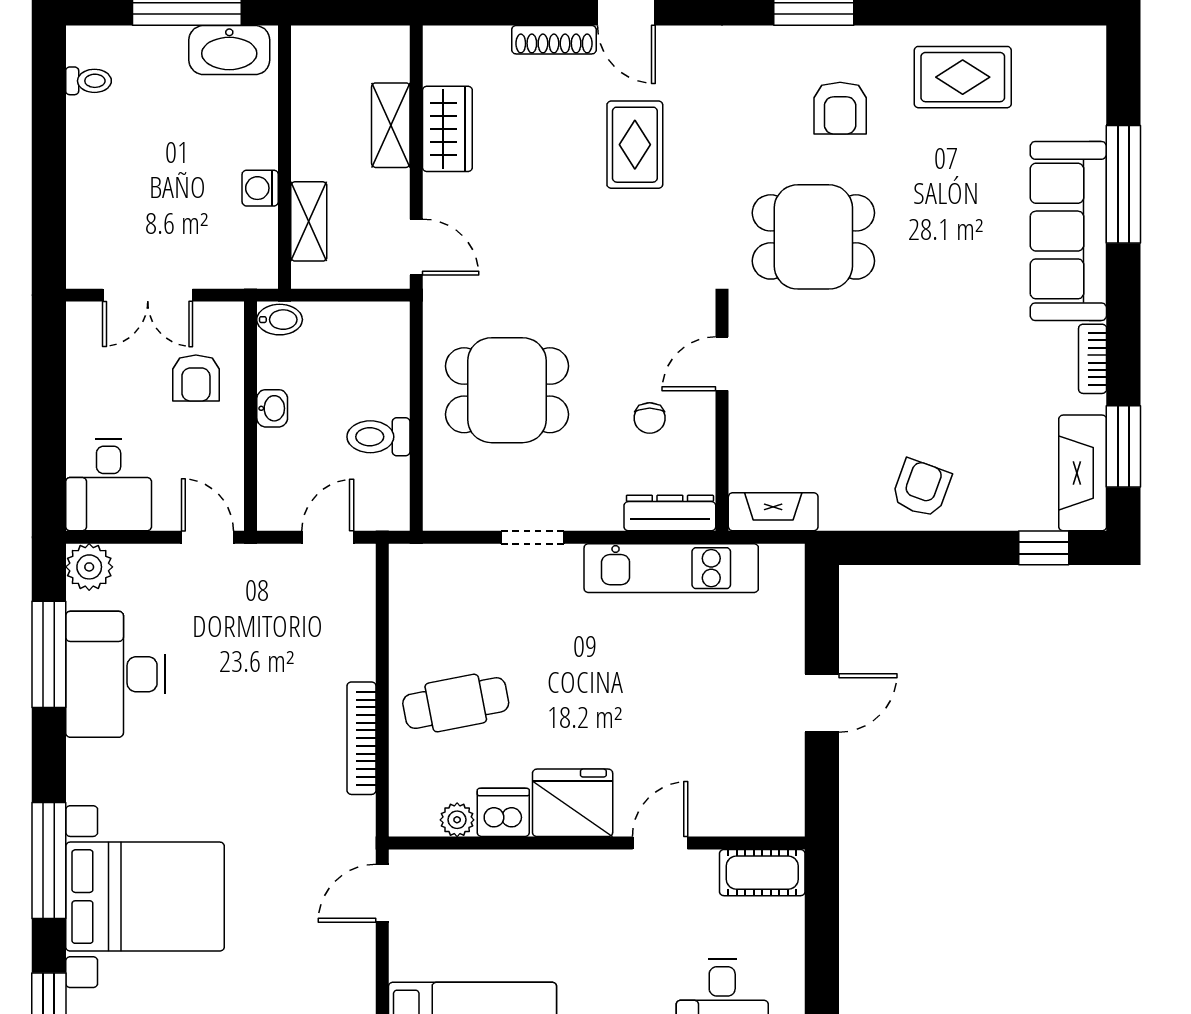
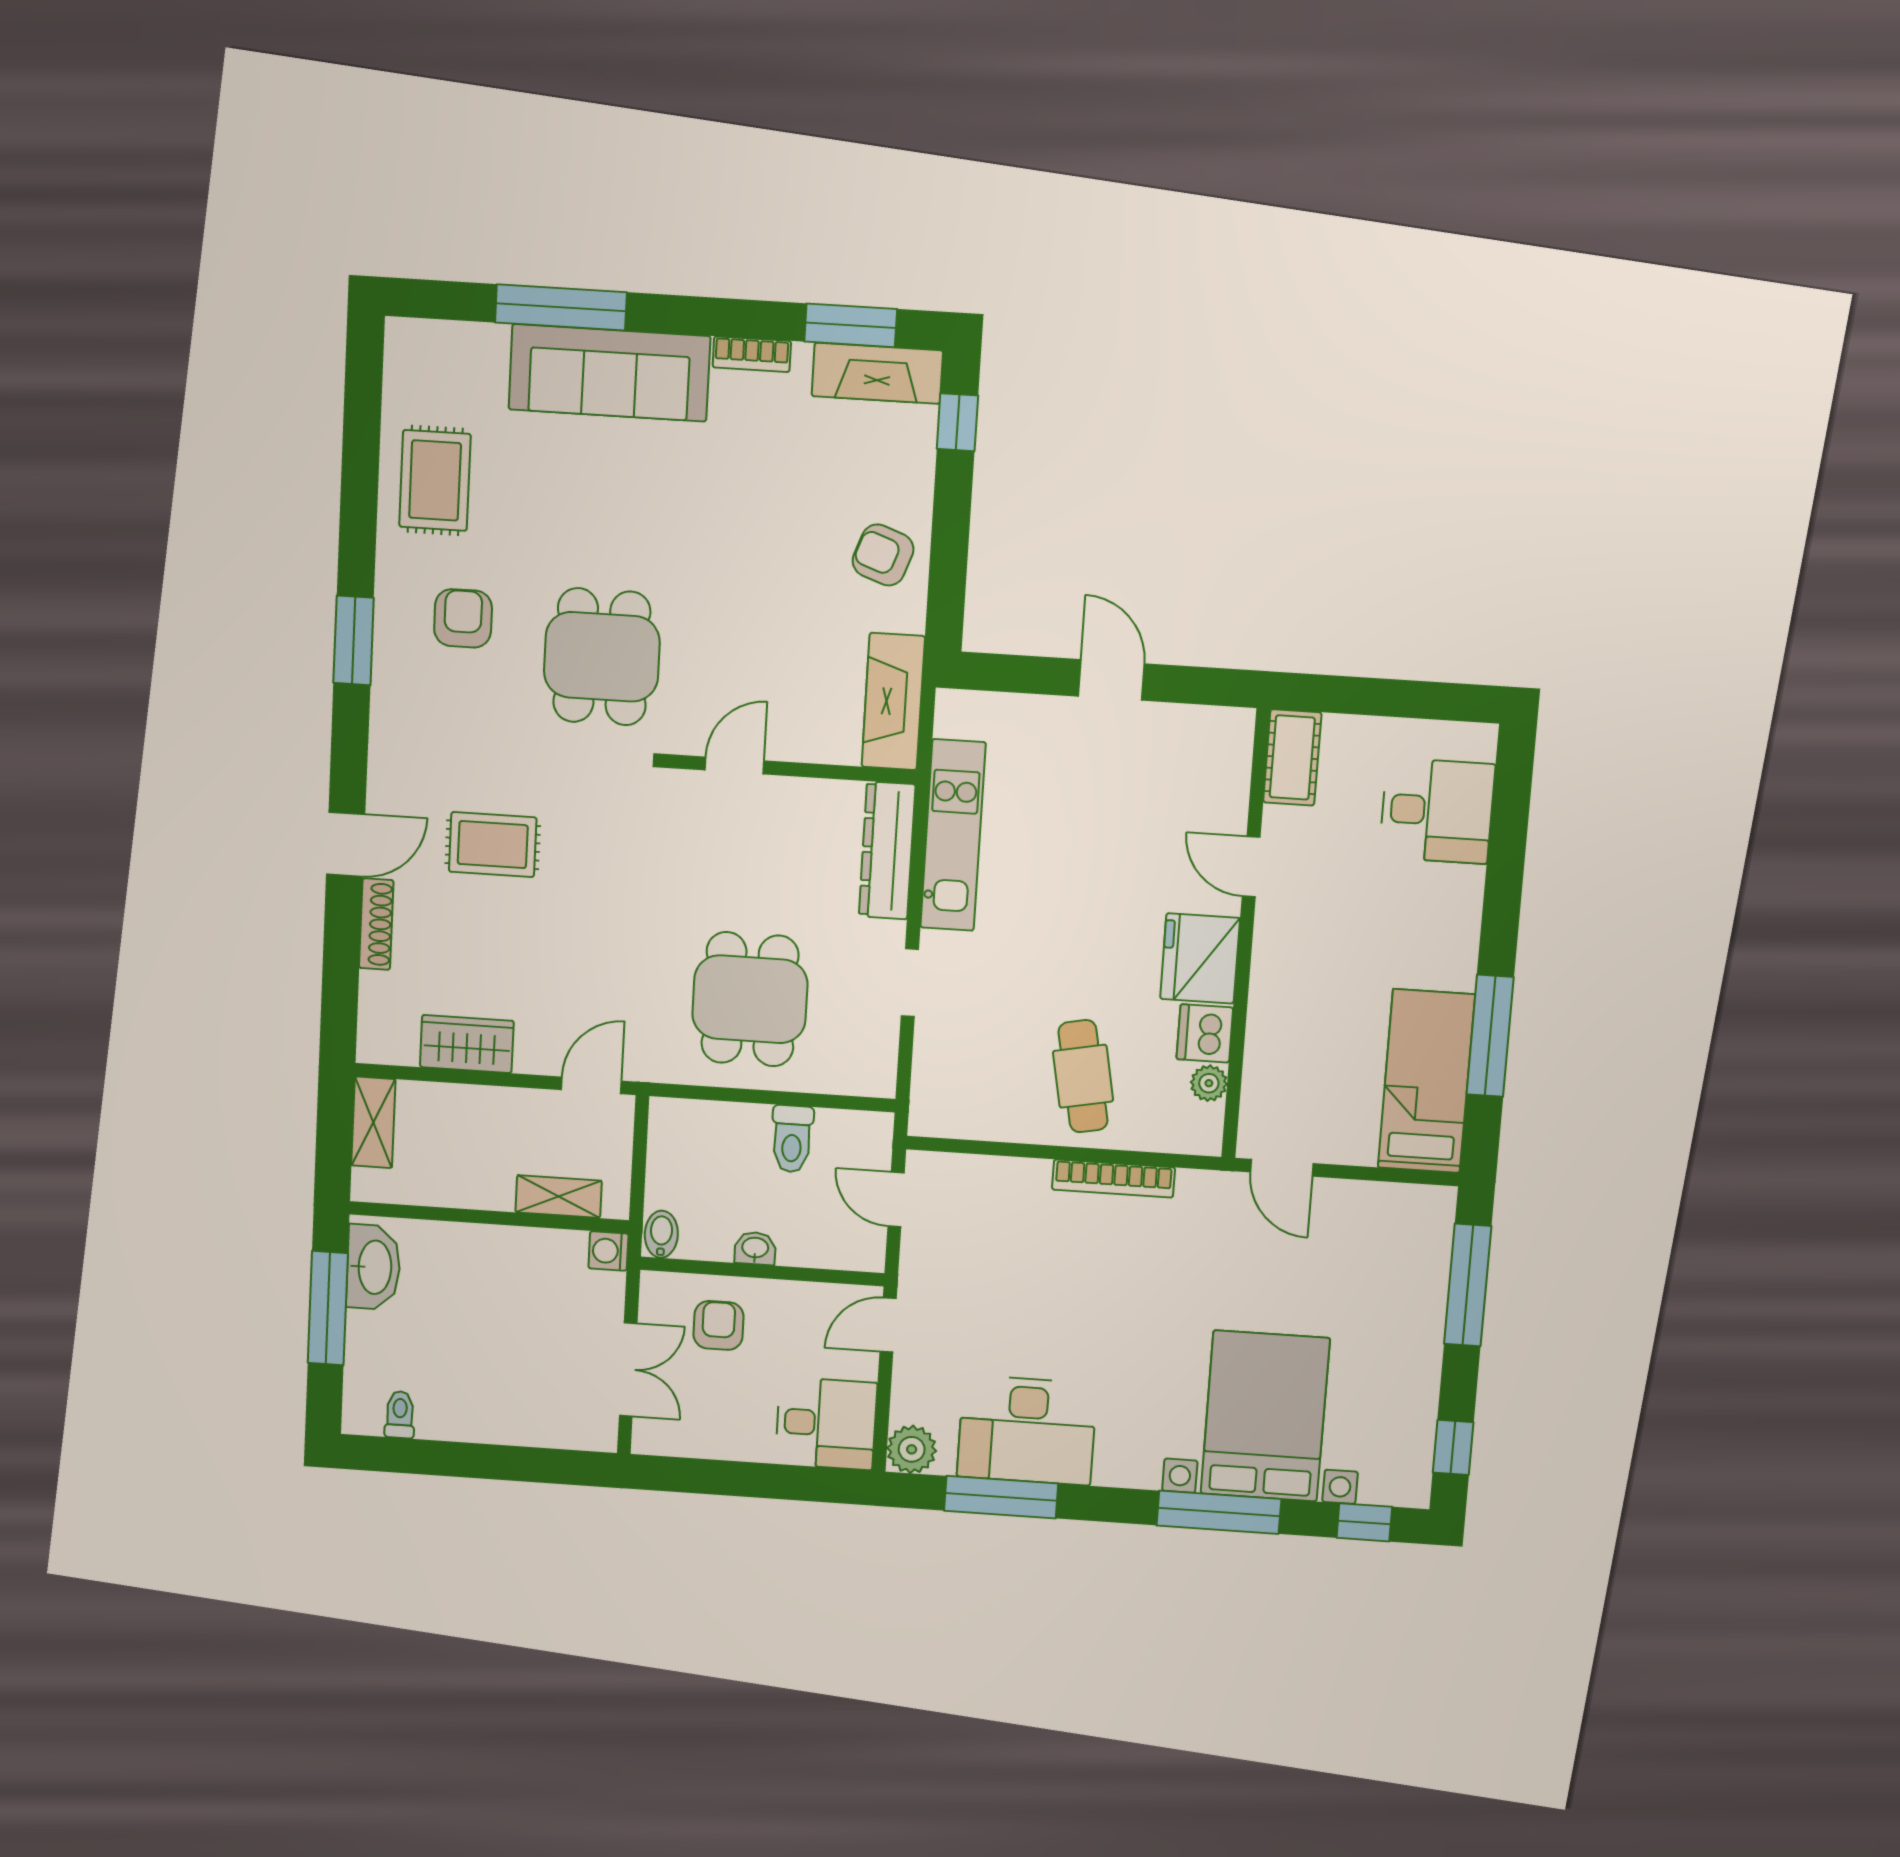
armchair: (840, 108) -> (463, 618), turned -90
shelving: (391, 125) -> (373, 1122), moved, turned 90
washing machine: (260, 188) -> (608, 1251), moved, turned 90
door: (722, 364) -> (735, 765), swing flipped
armchair: (196, 378) -> (719, 1325), turned -90
chair: (650, 418) -> (789, 848), removed
fireplace: (773, 512) -> (893, 702), width x1.37, depth x1.32
dresser: (670, 513) -> (887, 850), width x1.37, depth x1.24

